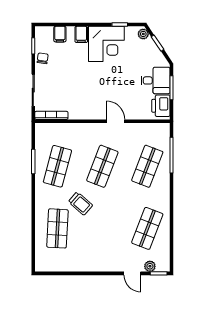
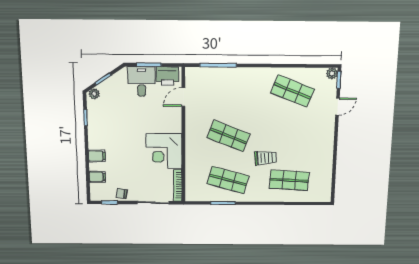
corner desk: (106, 44) -> (164, 151), moved, turned 180
door: (116, 121) -> (183, 97), moved
shop shelf: (147, 166) -> (229, 91), removed
trolley: (81, 204) -> (265, 158), turned 44
plant: (150, 266) -> (332, 74), moved

